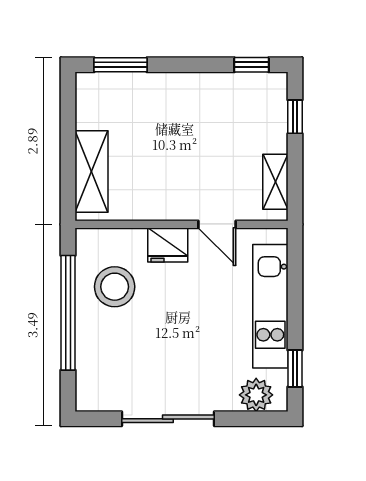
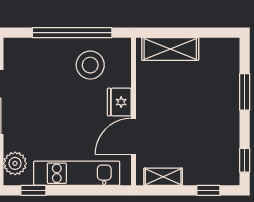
window: (120, 65) -> (245, 92), moved
door: (217, 224) -> (134, 136), width x1.37

